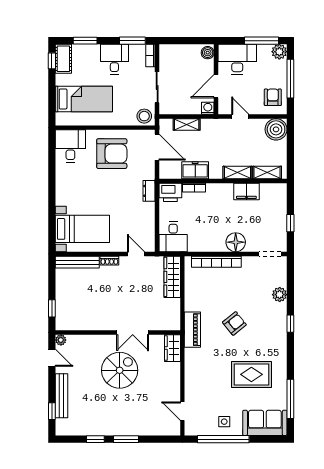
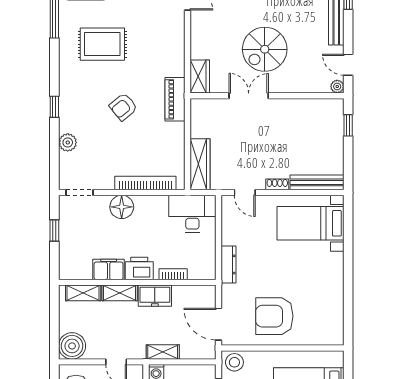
shelving: (187, 124) -> (163, 352), moved
desk: (70, 146) -> (325, 325), removed
freezer: (195, 170) -> (155, 296), moved
dresser: (149, 191) -> (228, 264), width x1.44
printer: (170, 192) -> (139, 268), moved
desk: (173, 237) -> (192, 214), width x1.37

